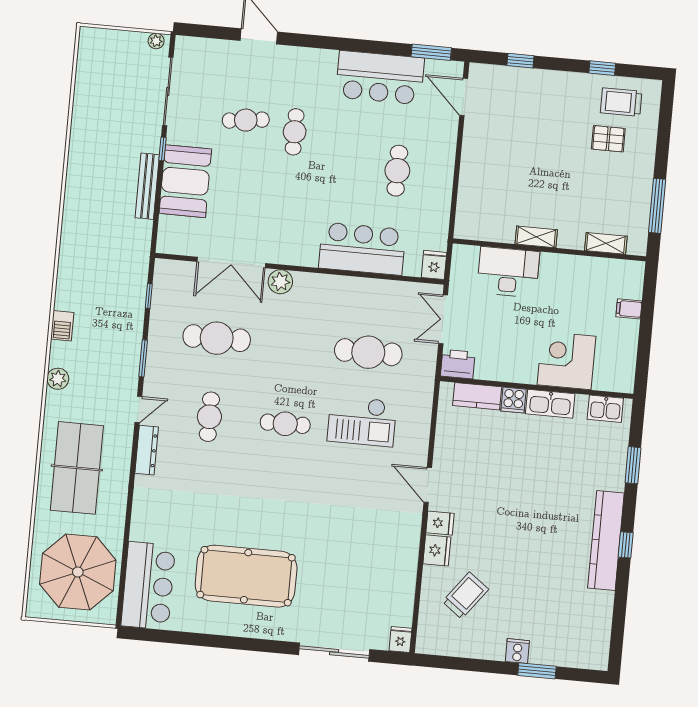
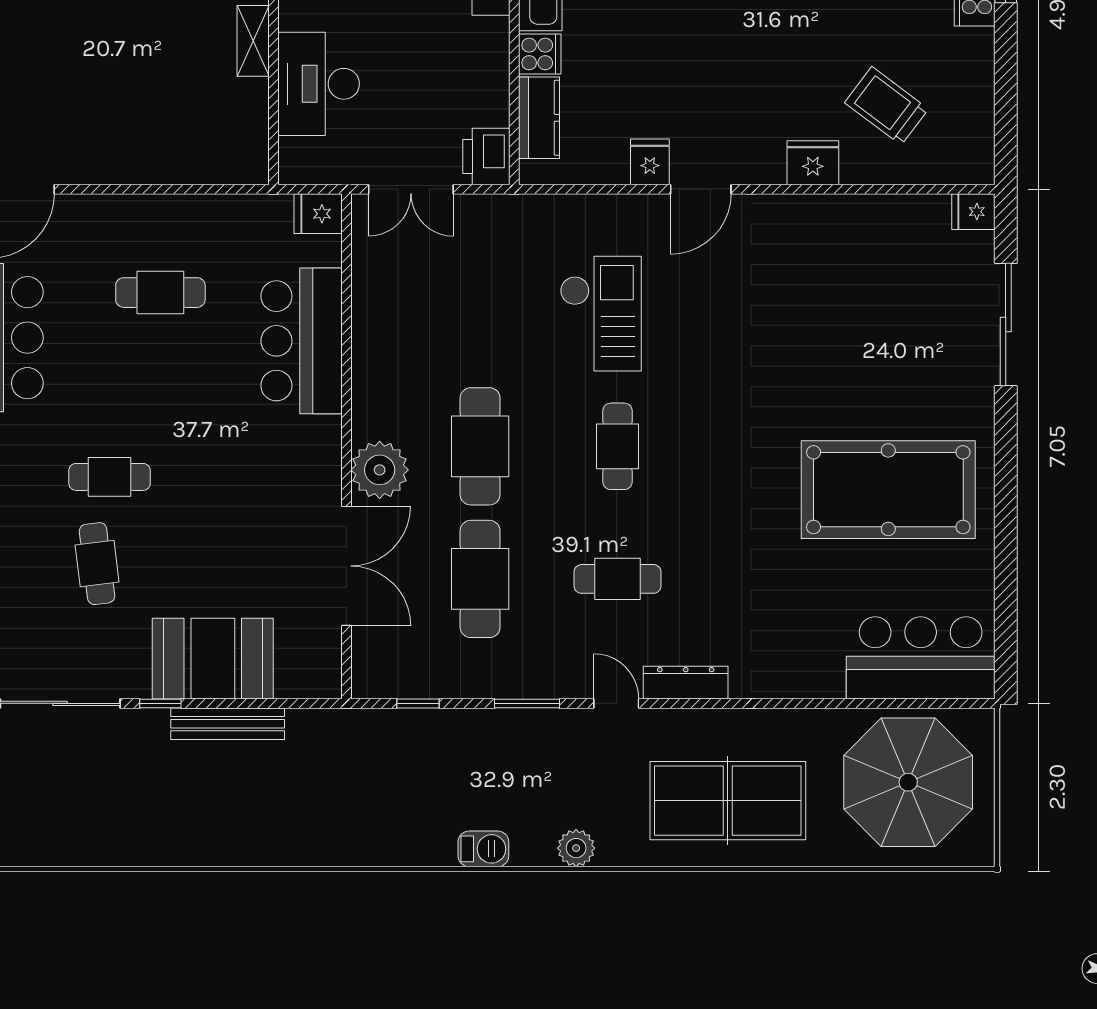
plant: (280, 282) -> (380, 470), width x1.36, depth x1.36
cafe table: (368, 352) -> (480, 446), moved
fridge: (440, 523) -> (650, 162), moved
pool table: (246, 576) -> (888, 490), turned 90

